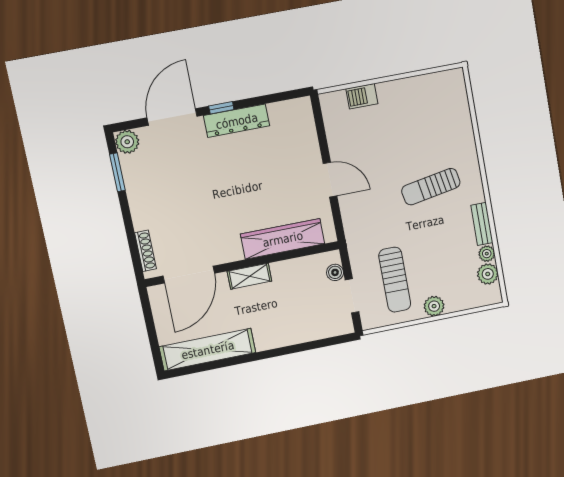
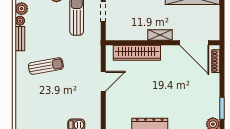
door: (330, 180) -> (103, 81), swing flipped
boiler: (335, 272) -> (111, 27), removed
door: (189, 275) -> (194, 43), swing flipped

